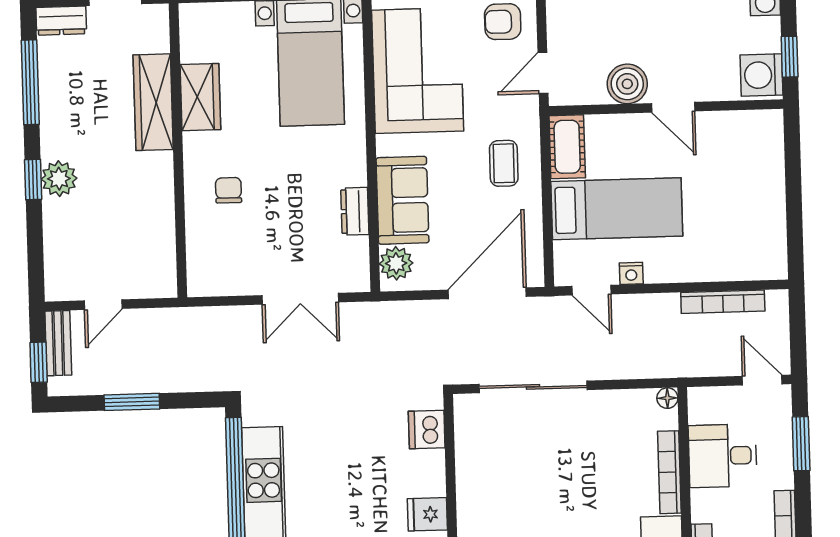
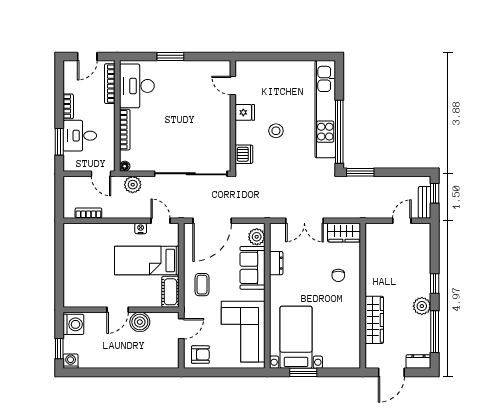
window: (790, 57) -> (59, 349), moved
wardrobe: (200, 97) -> (344, 233), moved, turned -90
door: (673, 107) -> (118, 310), swing flipped
plant: (59, 179) -> (422, 306), moved
double door: (300, 299) -> (304, 221), swing flipped
bookcase: (723, 302) -> (88, 213), width x0.64
plant: (650, 361) -> (133, 185), added
door: (762, 380) -> (101, 174), moved
sliding door: (533, 387) -> (191, 174), width x1.36
window: (132, 402) -> (360, 172), moved
desk: (723, 456) -> (80, 136), moved, turned 180
stool: (363, 479) -> (276, 131), added

